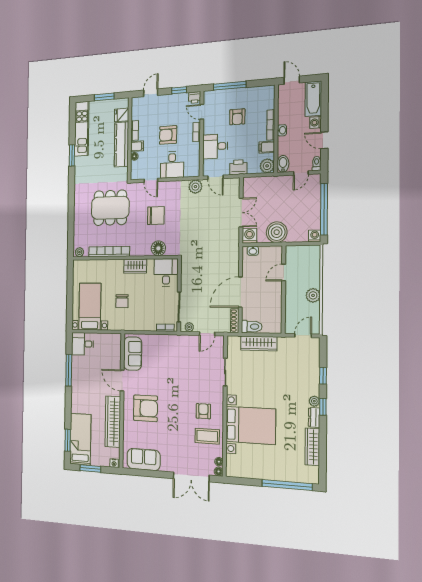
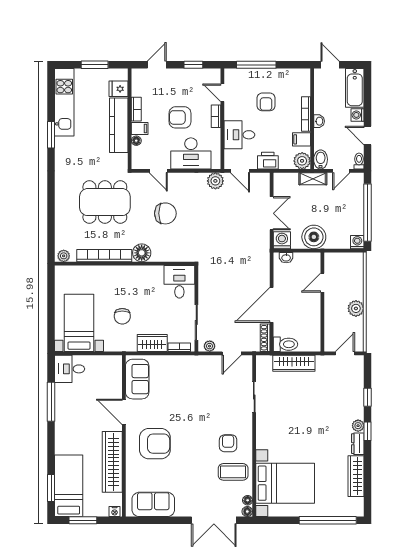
printer: (195, 98) -> (213, 75), removed
desk: (172, 165) -> (191, 153), width x1.37
shelving: (276, 181) -> (313, 179), added
floor lamp: (158, 248) -> (142, 253), moved
wardrobe: (135, 266) -> (152, 343), moved, turned 180
bed with nightstands: (251, 425) -> (285, 483), moved

